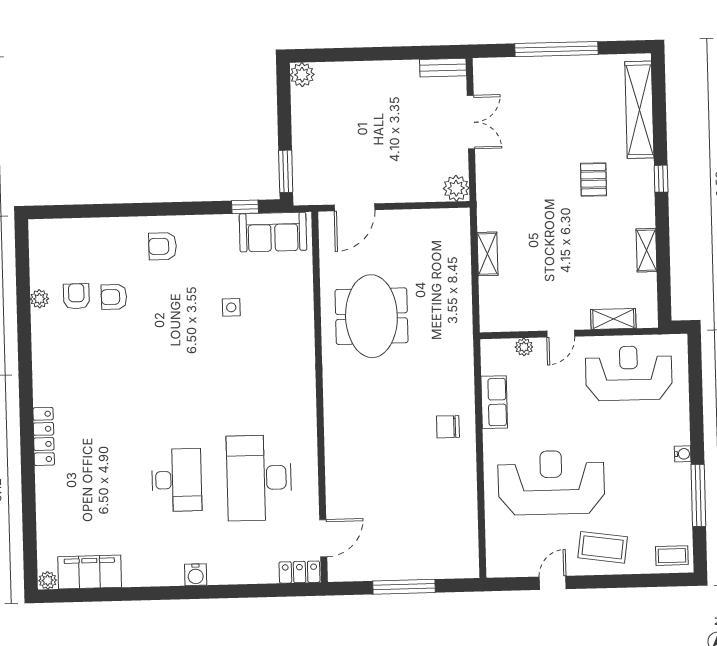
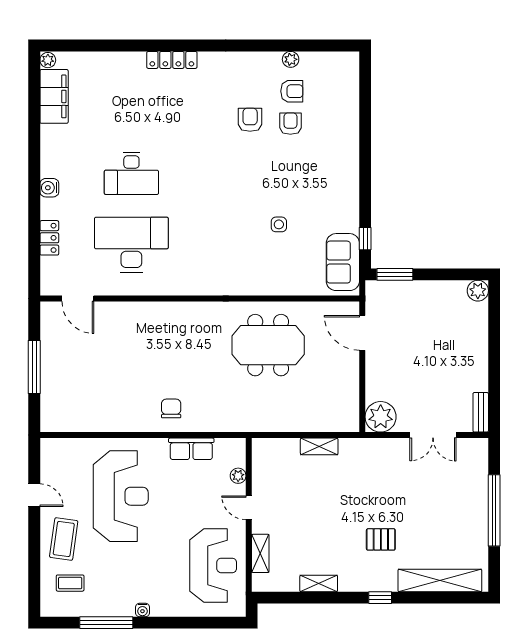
plant: (456, 188) -> (381, 417), width x1.36, depth x1.36
armchair: (163, 246) -> (250, 120), moved
coffee table: (672, 556) -> (70, 583), moved, turned 90
locker: (300, 572) -> (49, 238), moved

